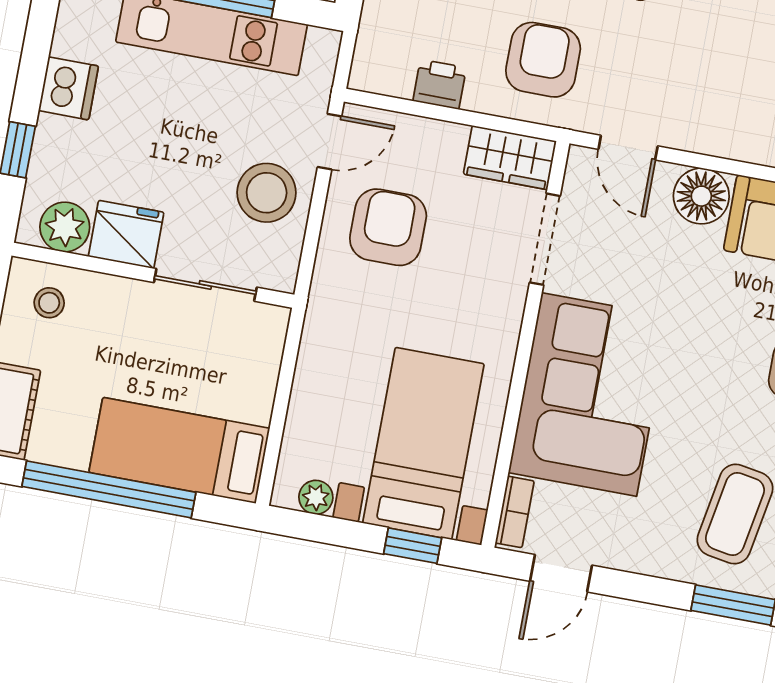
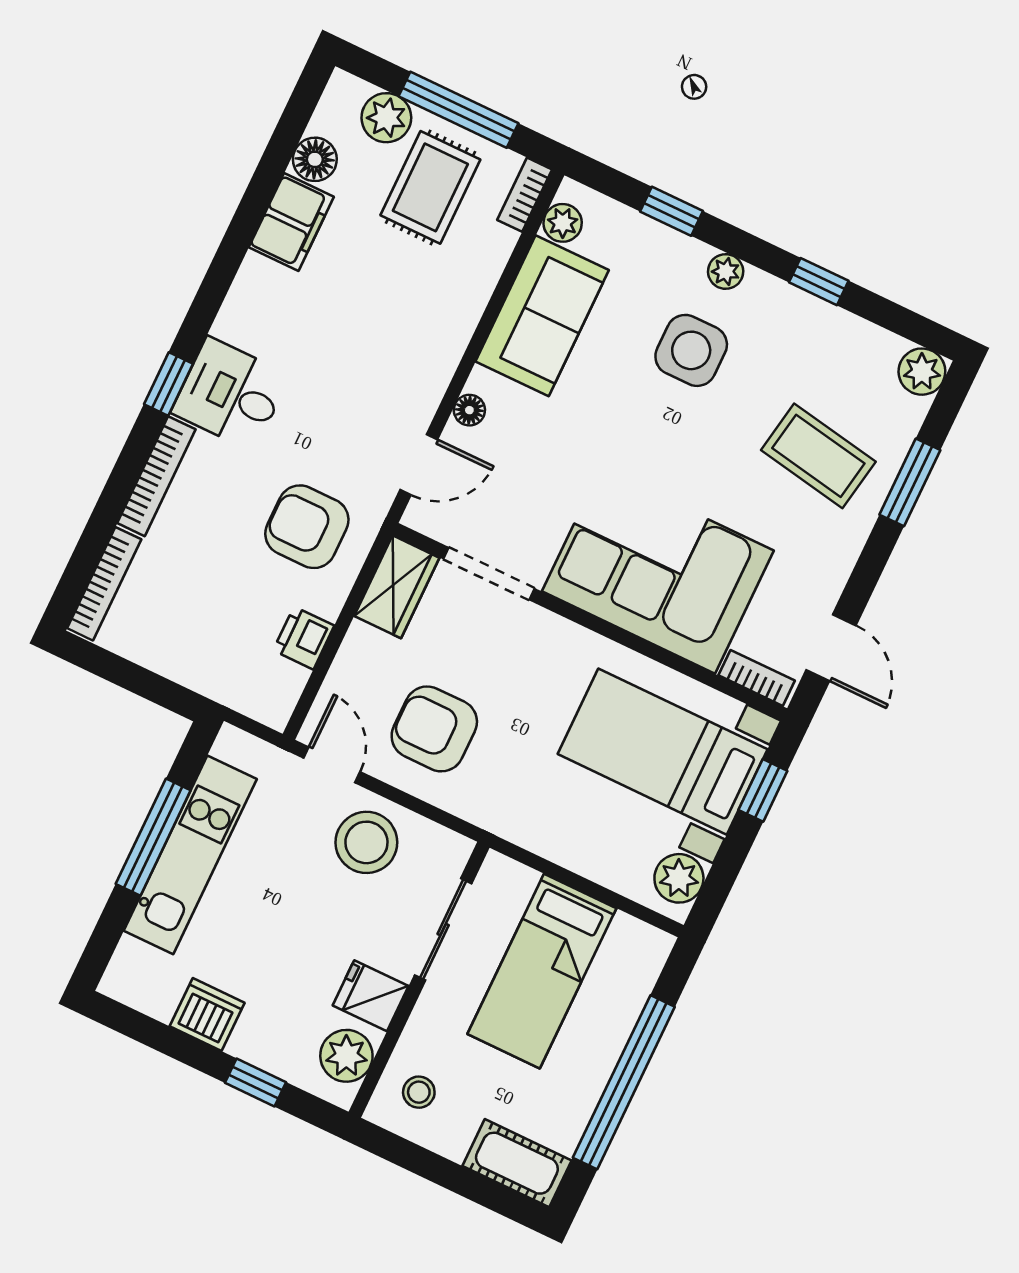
floor lamp: (701, 196) -> (469, 410), width x0.53, depth x0.53
fridge: (126, 234) -> (371, 996), width x0.72
bed: (179, 450) -> (542, 971), moved
plant: (316, 497) -> (679, 878), width x1.38, depth x1.38

